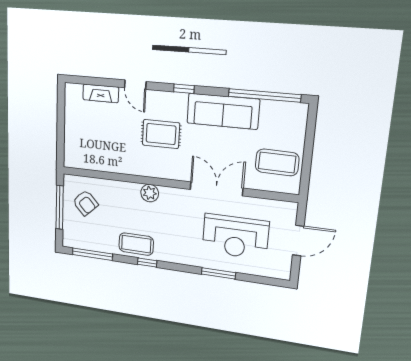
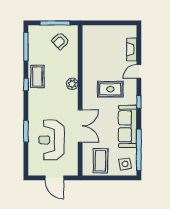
side table: (286, 122) -> (125, 164), added
rug: (161, 134) -> (110, 89), turned 90

